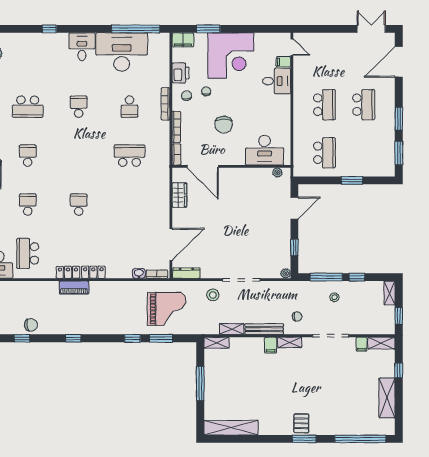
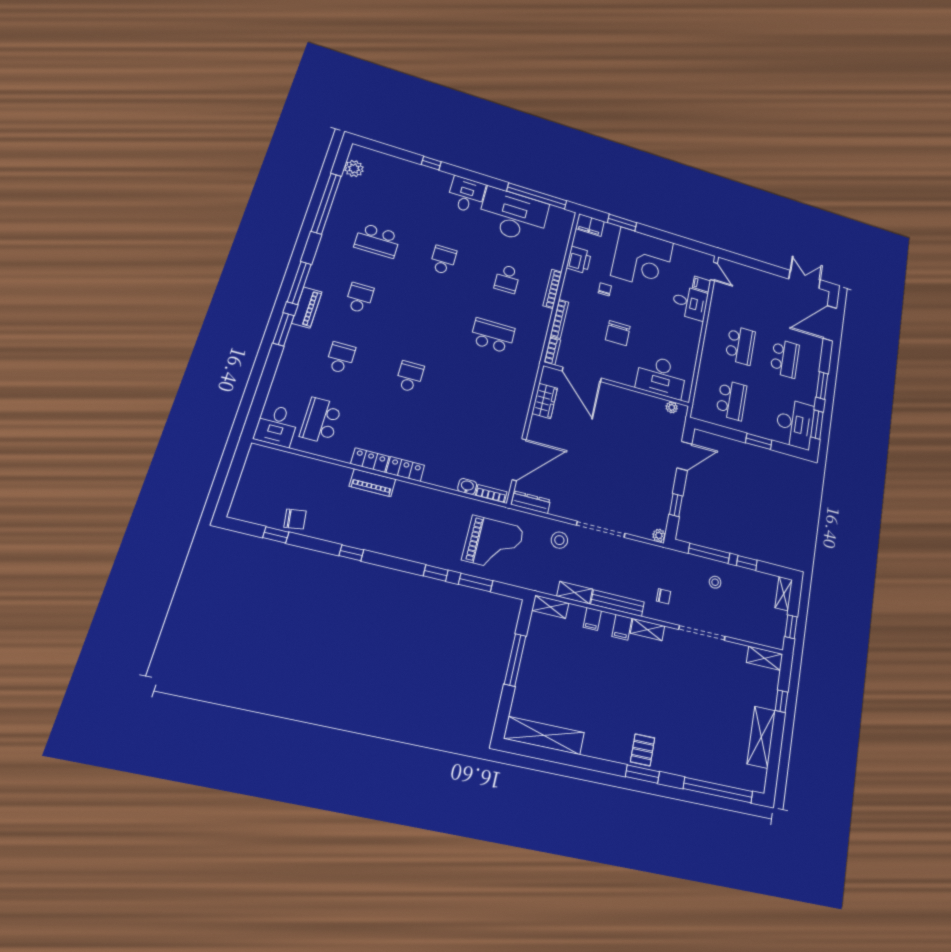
chair: (186, 96) -> (580, 287), removed
desk: (380, 158) -> (795, 424), added
filing cabinet: (361, 344) -> (592, 619), moved

